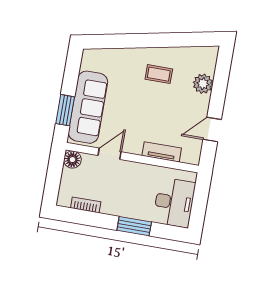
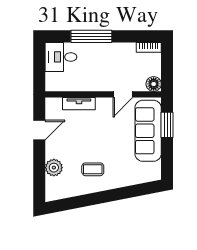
desk: (174, 202) -> (61, 57), width x0.73
bookcase: (86, 205) -> (149, 47), moved
window: (134, 226) -> (91, 36), width x1.44

